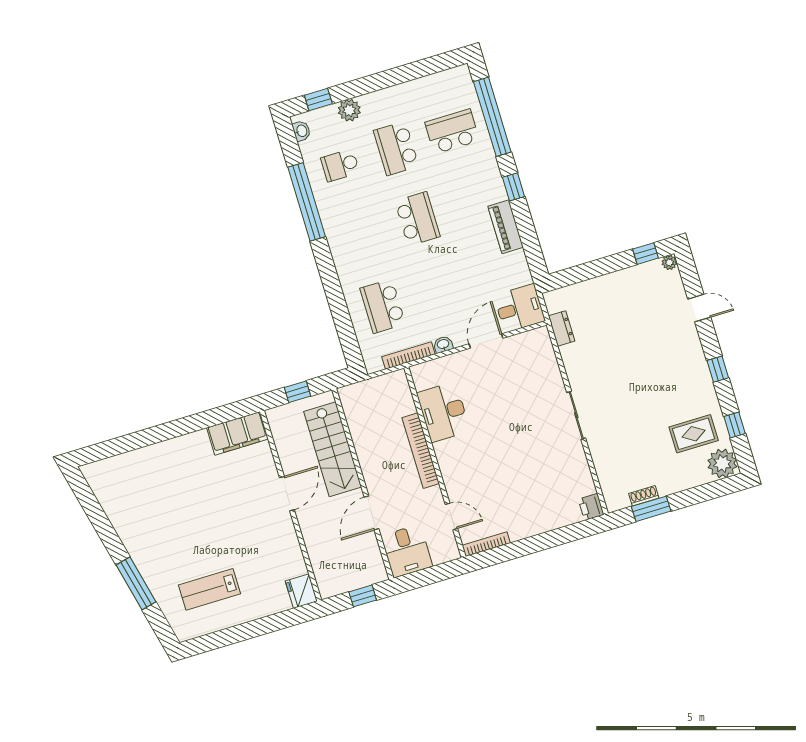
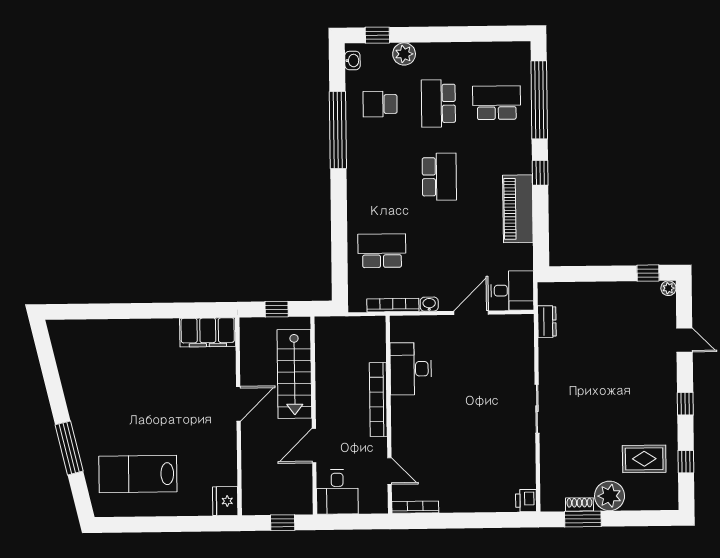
piano: (506, 227) -> (518, 209), width x1.37, depth x1.33
school desk: (383, 306) -> (382, 251), turned 90
plant: (722, 463) -> (610, 496), moved
lab bench: (209, 589) -> (138, 474), width x1.36, depth x1.39

